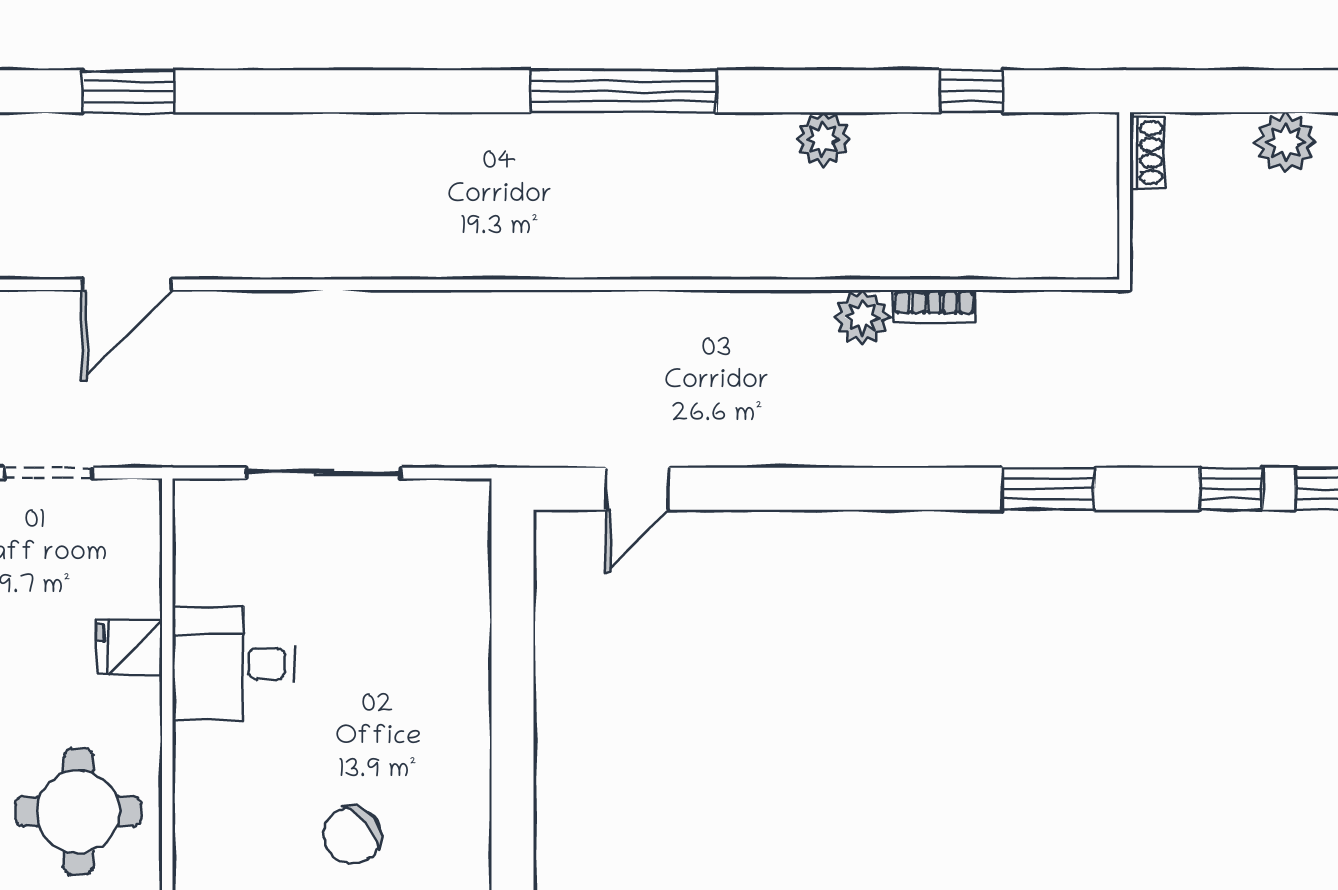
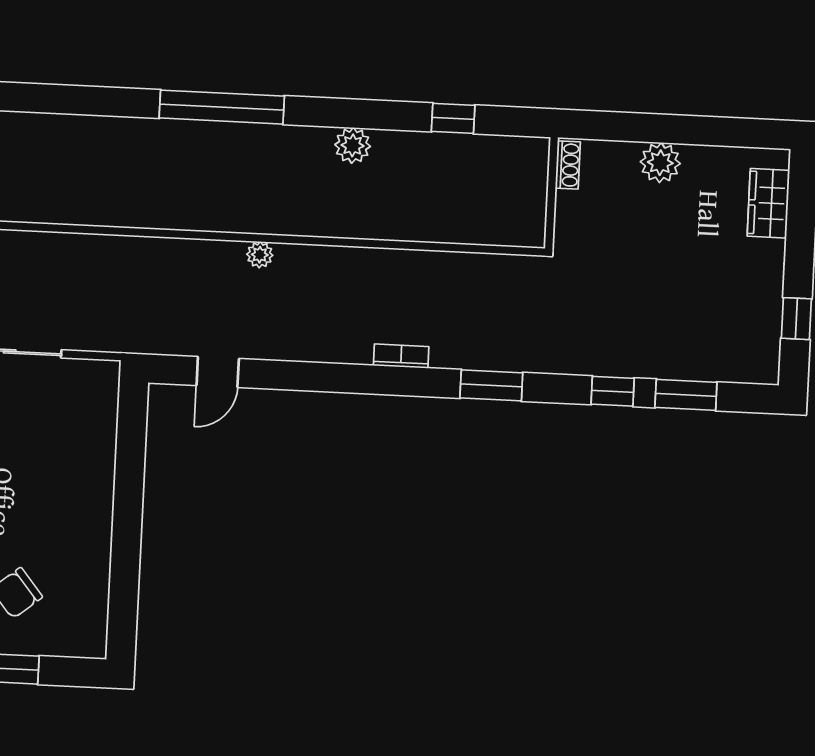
bookcase: (934, 306) -> (401, 356), moved, turned 180
plant: (862, 317) -> (260, 255), moved, width x0.73, depth x0.73

